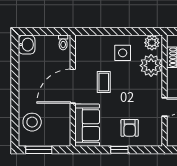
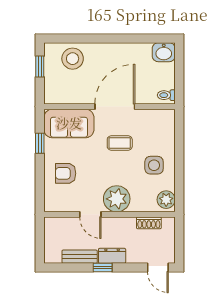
plant: (151, 66) -> (117, 199), moved
door: (73, 86) -> (115, 107), hinge flipped
window: (39, 150) -> (40, 66), width x0.67
window: (119, 150) -> (40, 143), moved

